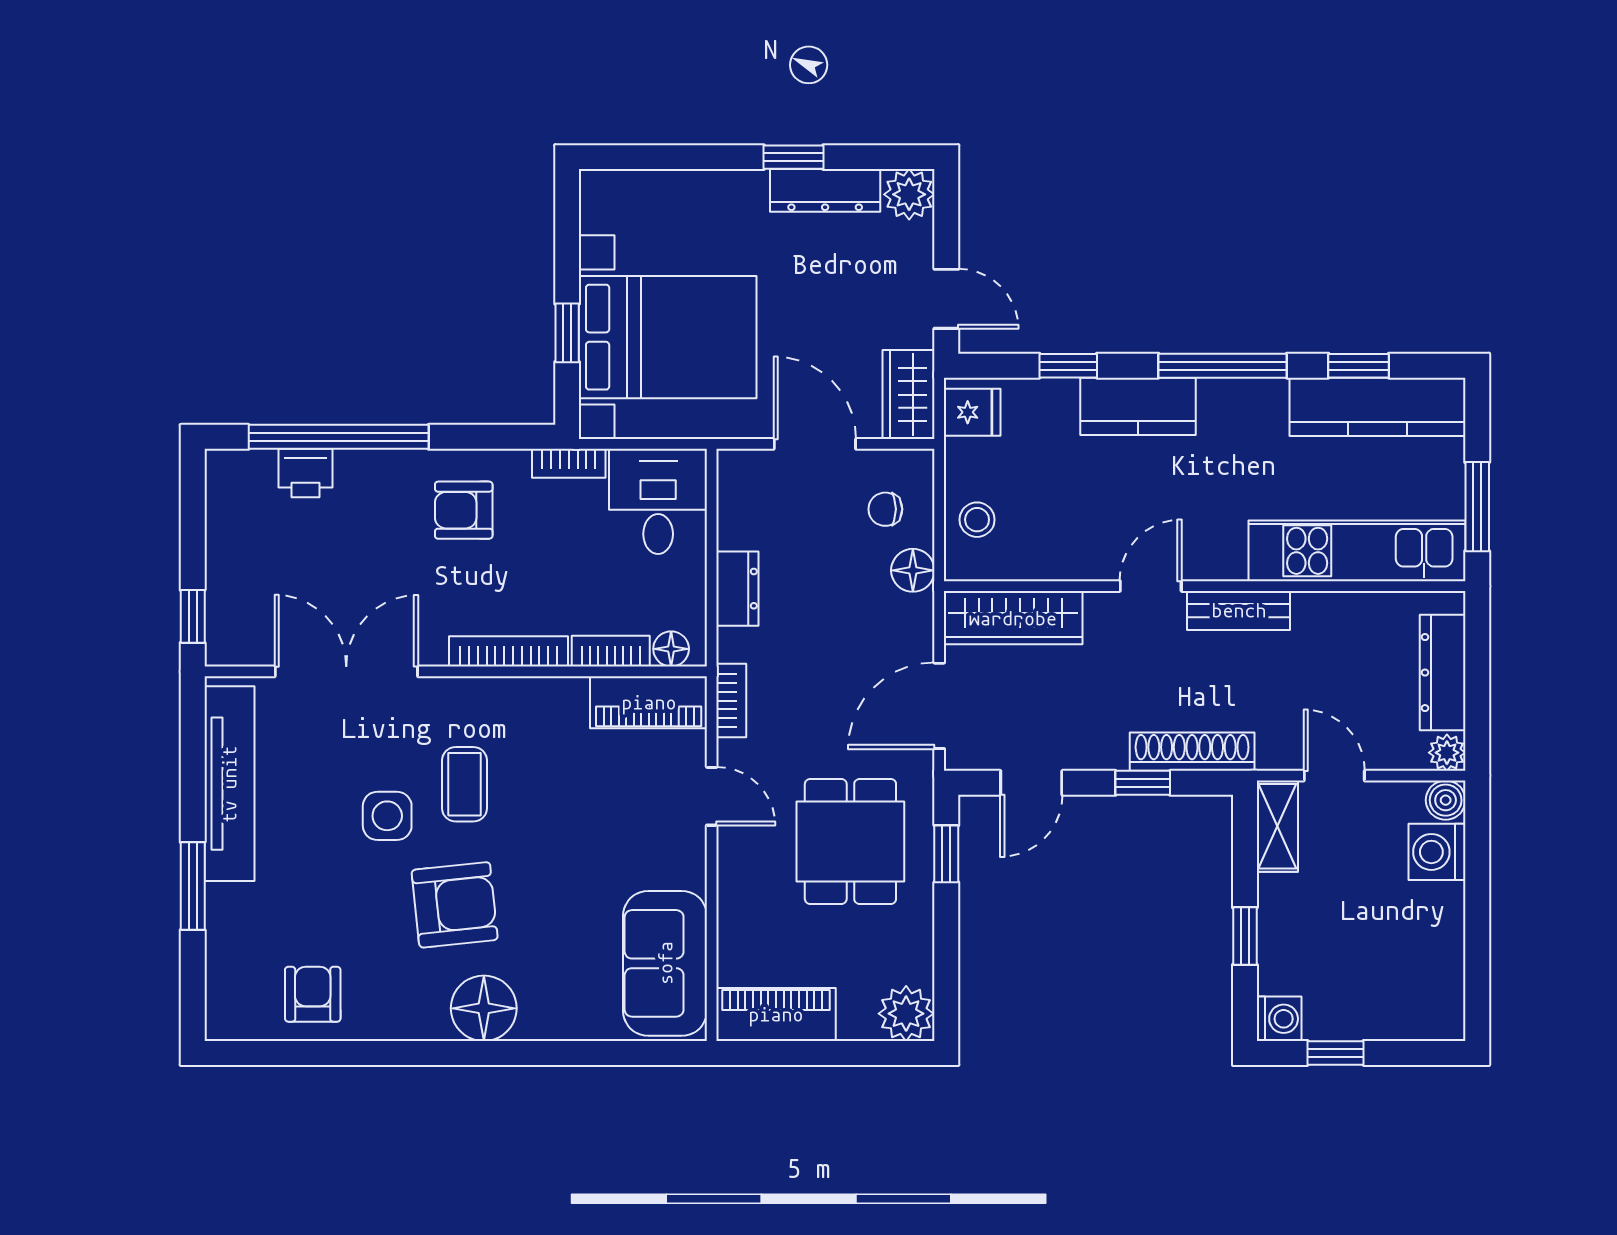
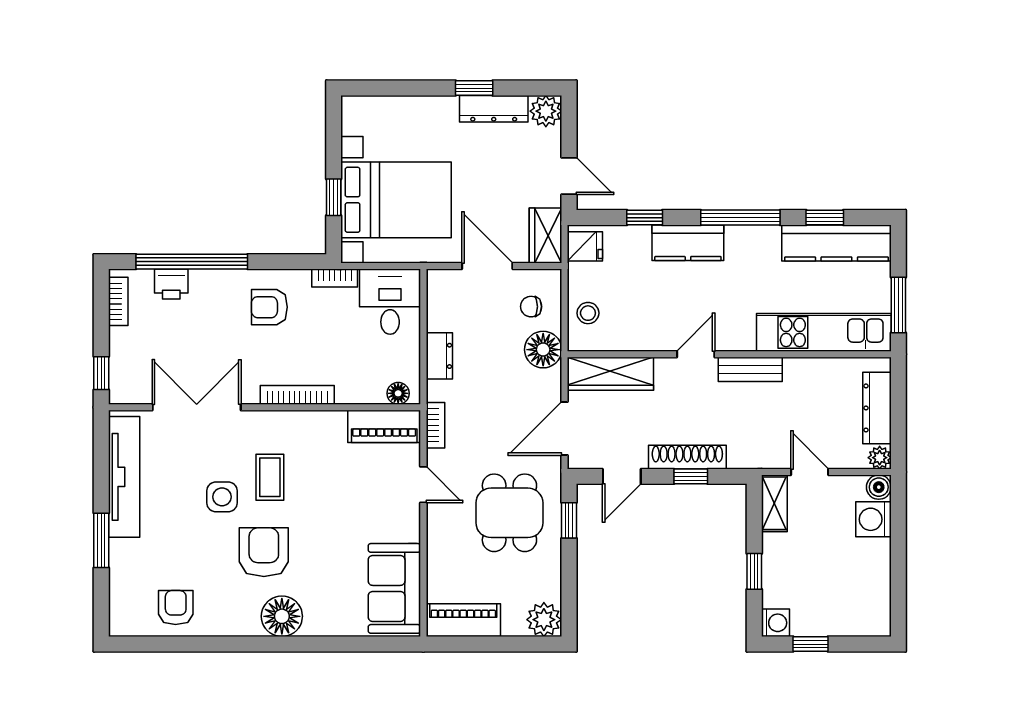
floor lamp: (913, 570) -> (543, 350), width x1.38, depth x1.38
bookcase: (611, 651) -> (118, 301), moved, turned 90
shoe rack: (1192, 752) -> (687, 457), moved
armchair: (455, 905) -> (264, 552), turned -84

